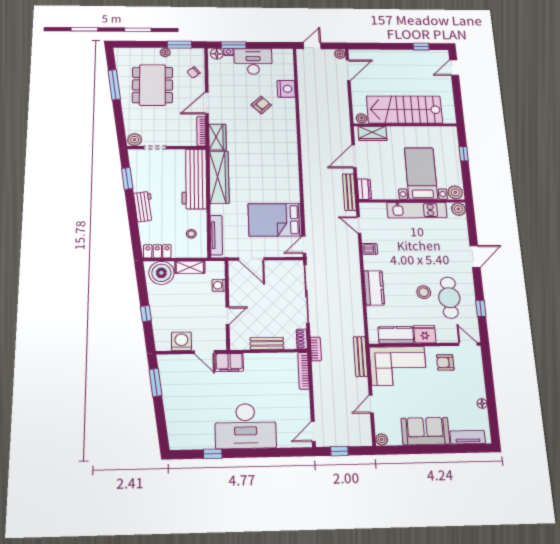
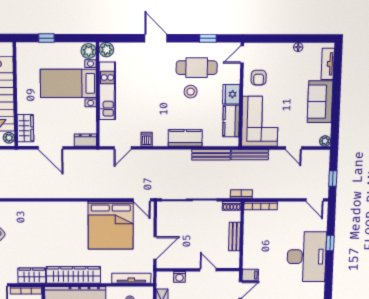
bench: (349, 192) -> (211, 155), moved
bed: (275, 220) -> (111, 225), width x1.36
filing cabinet: (229, 362) -> (250, 275), width x0.50
window: (213, 454) -> (330, 243), moved

